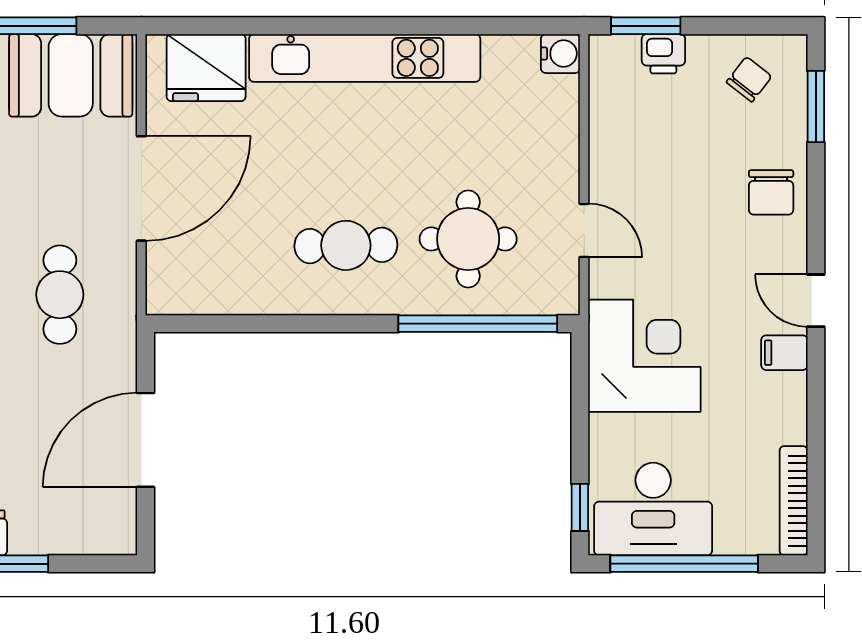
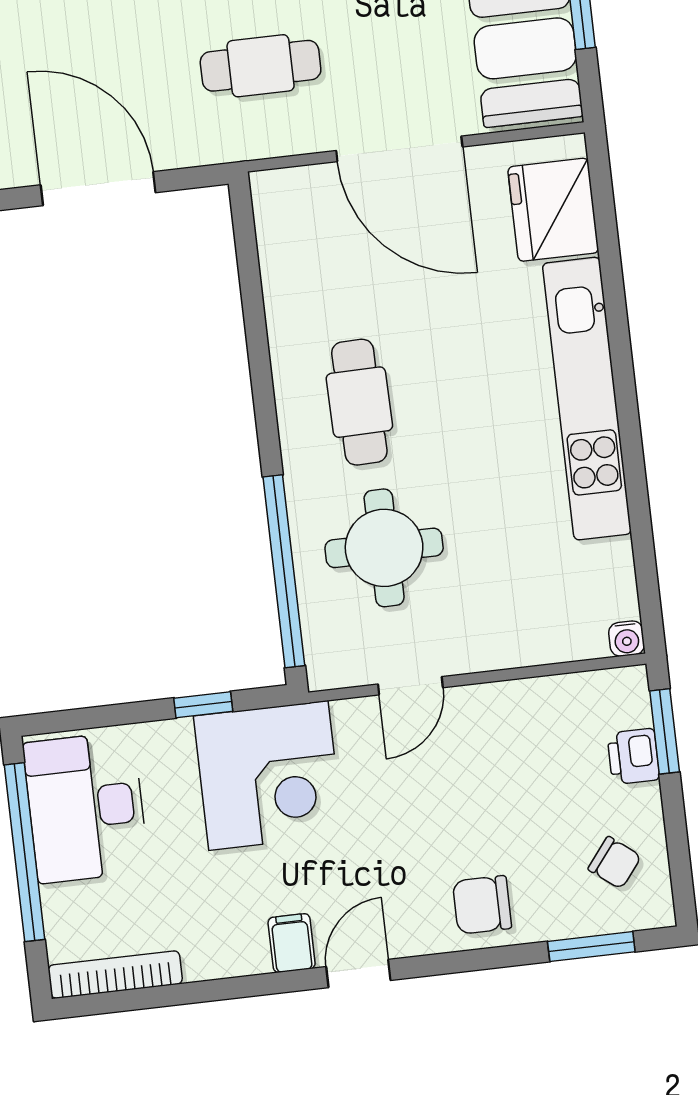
water cooler: (560, 54) -> (627, 639), width x0.72, depth x0.72
window: (580, 507) -> (203, 705), moved

